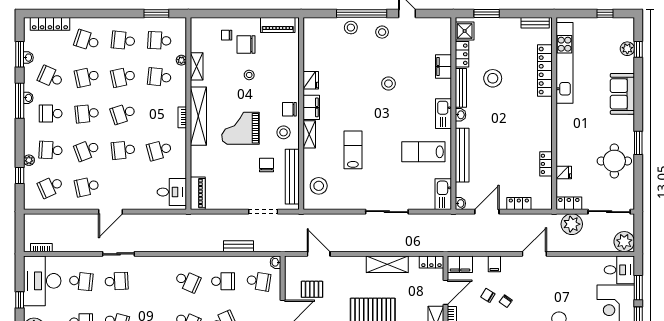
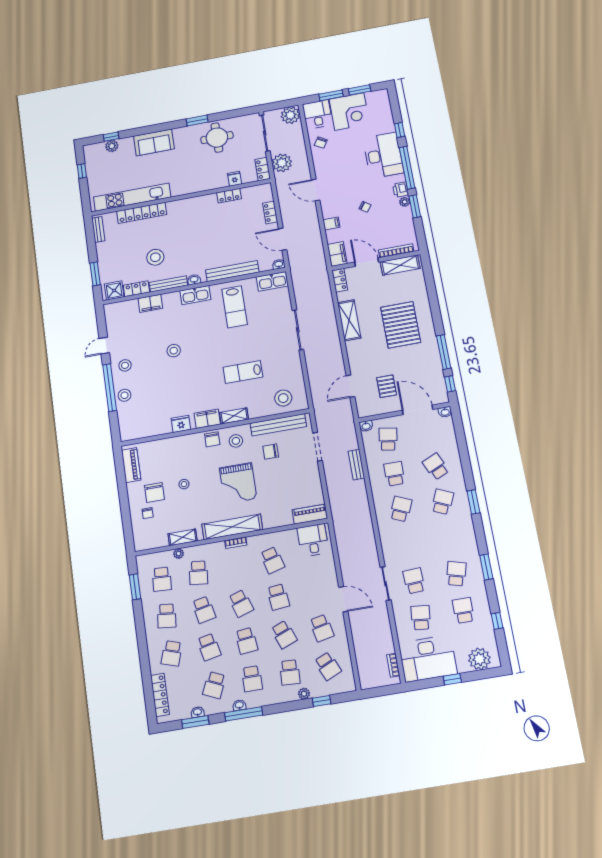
chair: (488, 295) -> (321, 143), moved

